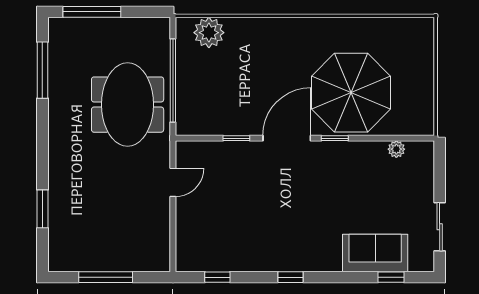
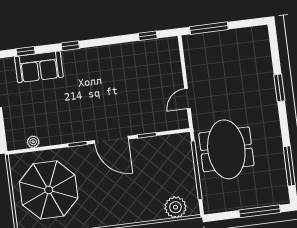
parasol: (351, 93) -> (49, 190), moved
door: (287, 138) -> (111, 140), hinge flipped
window: (42, 209) -> (279, 88), moved
window: (106, 277) -> (209, 28), moved
window: (290, 277) -> (70, 46), moved

